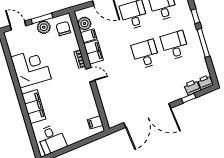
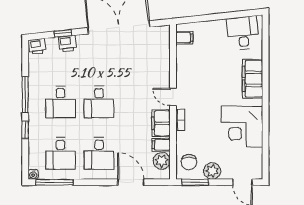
window: (42, 18) -> (195, 182), moved
printer: (192, 87) -> (67, 44), moved

